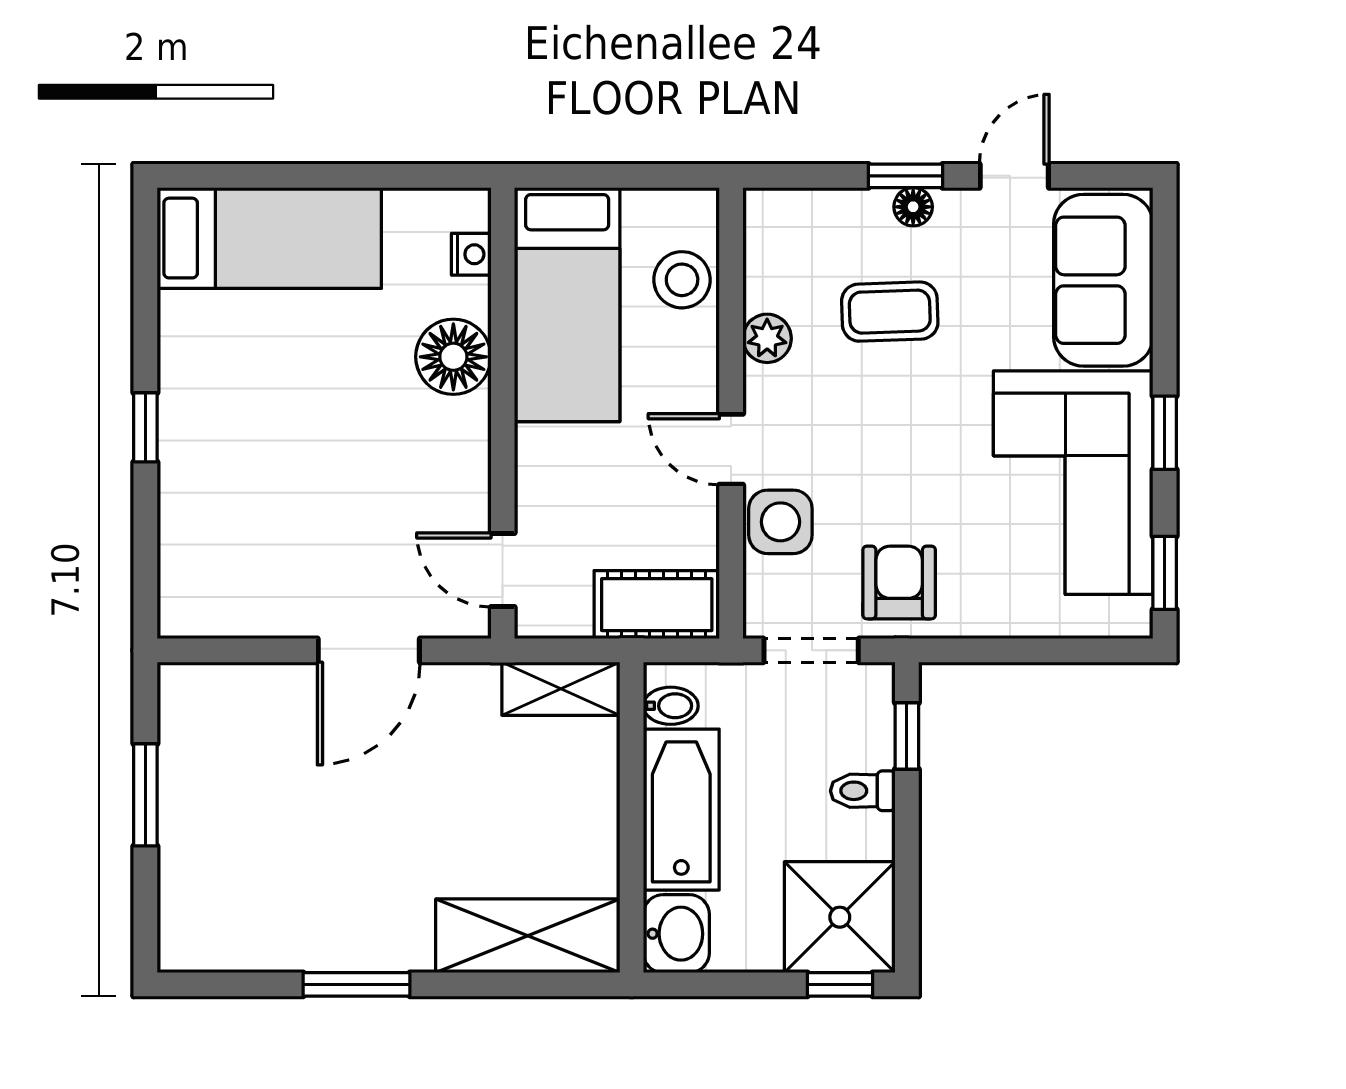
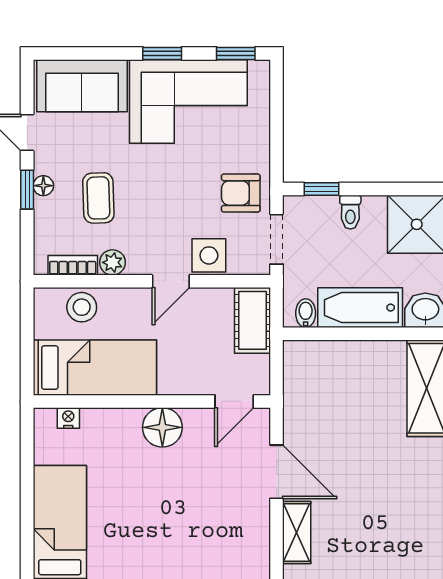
bookcase: (762, 263) -> (73, 265), added
floor lamp: (453, 357) -> (162, 427), moved
shelving: (561, 689) -> (297, 532), moved

